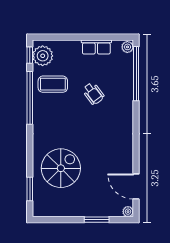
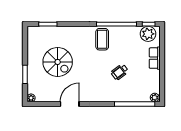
row of seats: (96, 47) -> (155, 58), moved
coffee table: (53, 84) -> (102, 39), moved
spiral stairs: (61, 168) -> (58, 62), moved
door: (136, 187) -> (70, 104), moved

